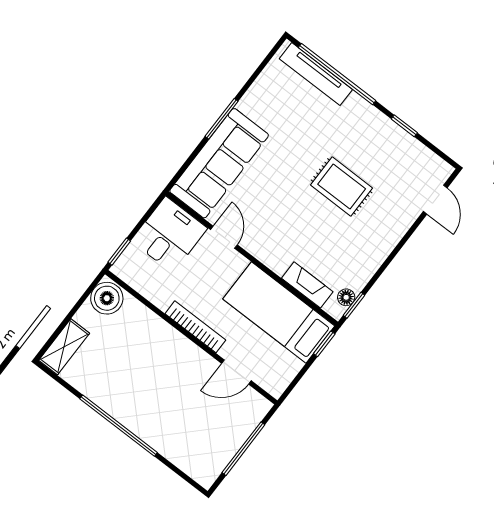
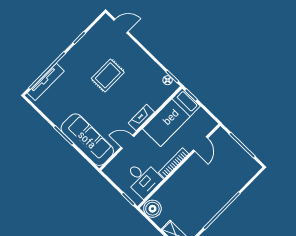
desk: (169, 235) -> (143, 179), moved, turned 180
fireplace: (307, 285) -> (141, 118), moved

